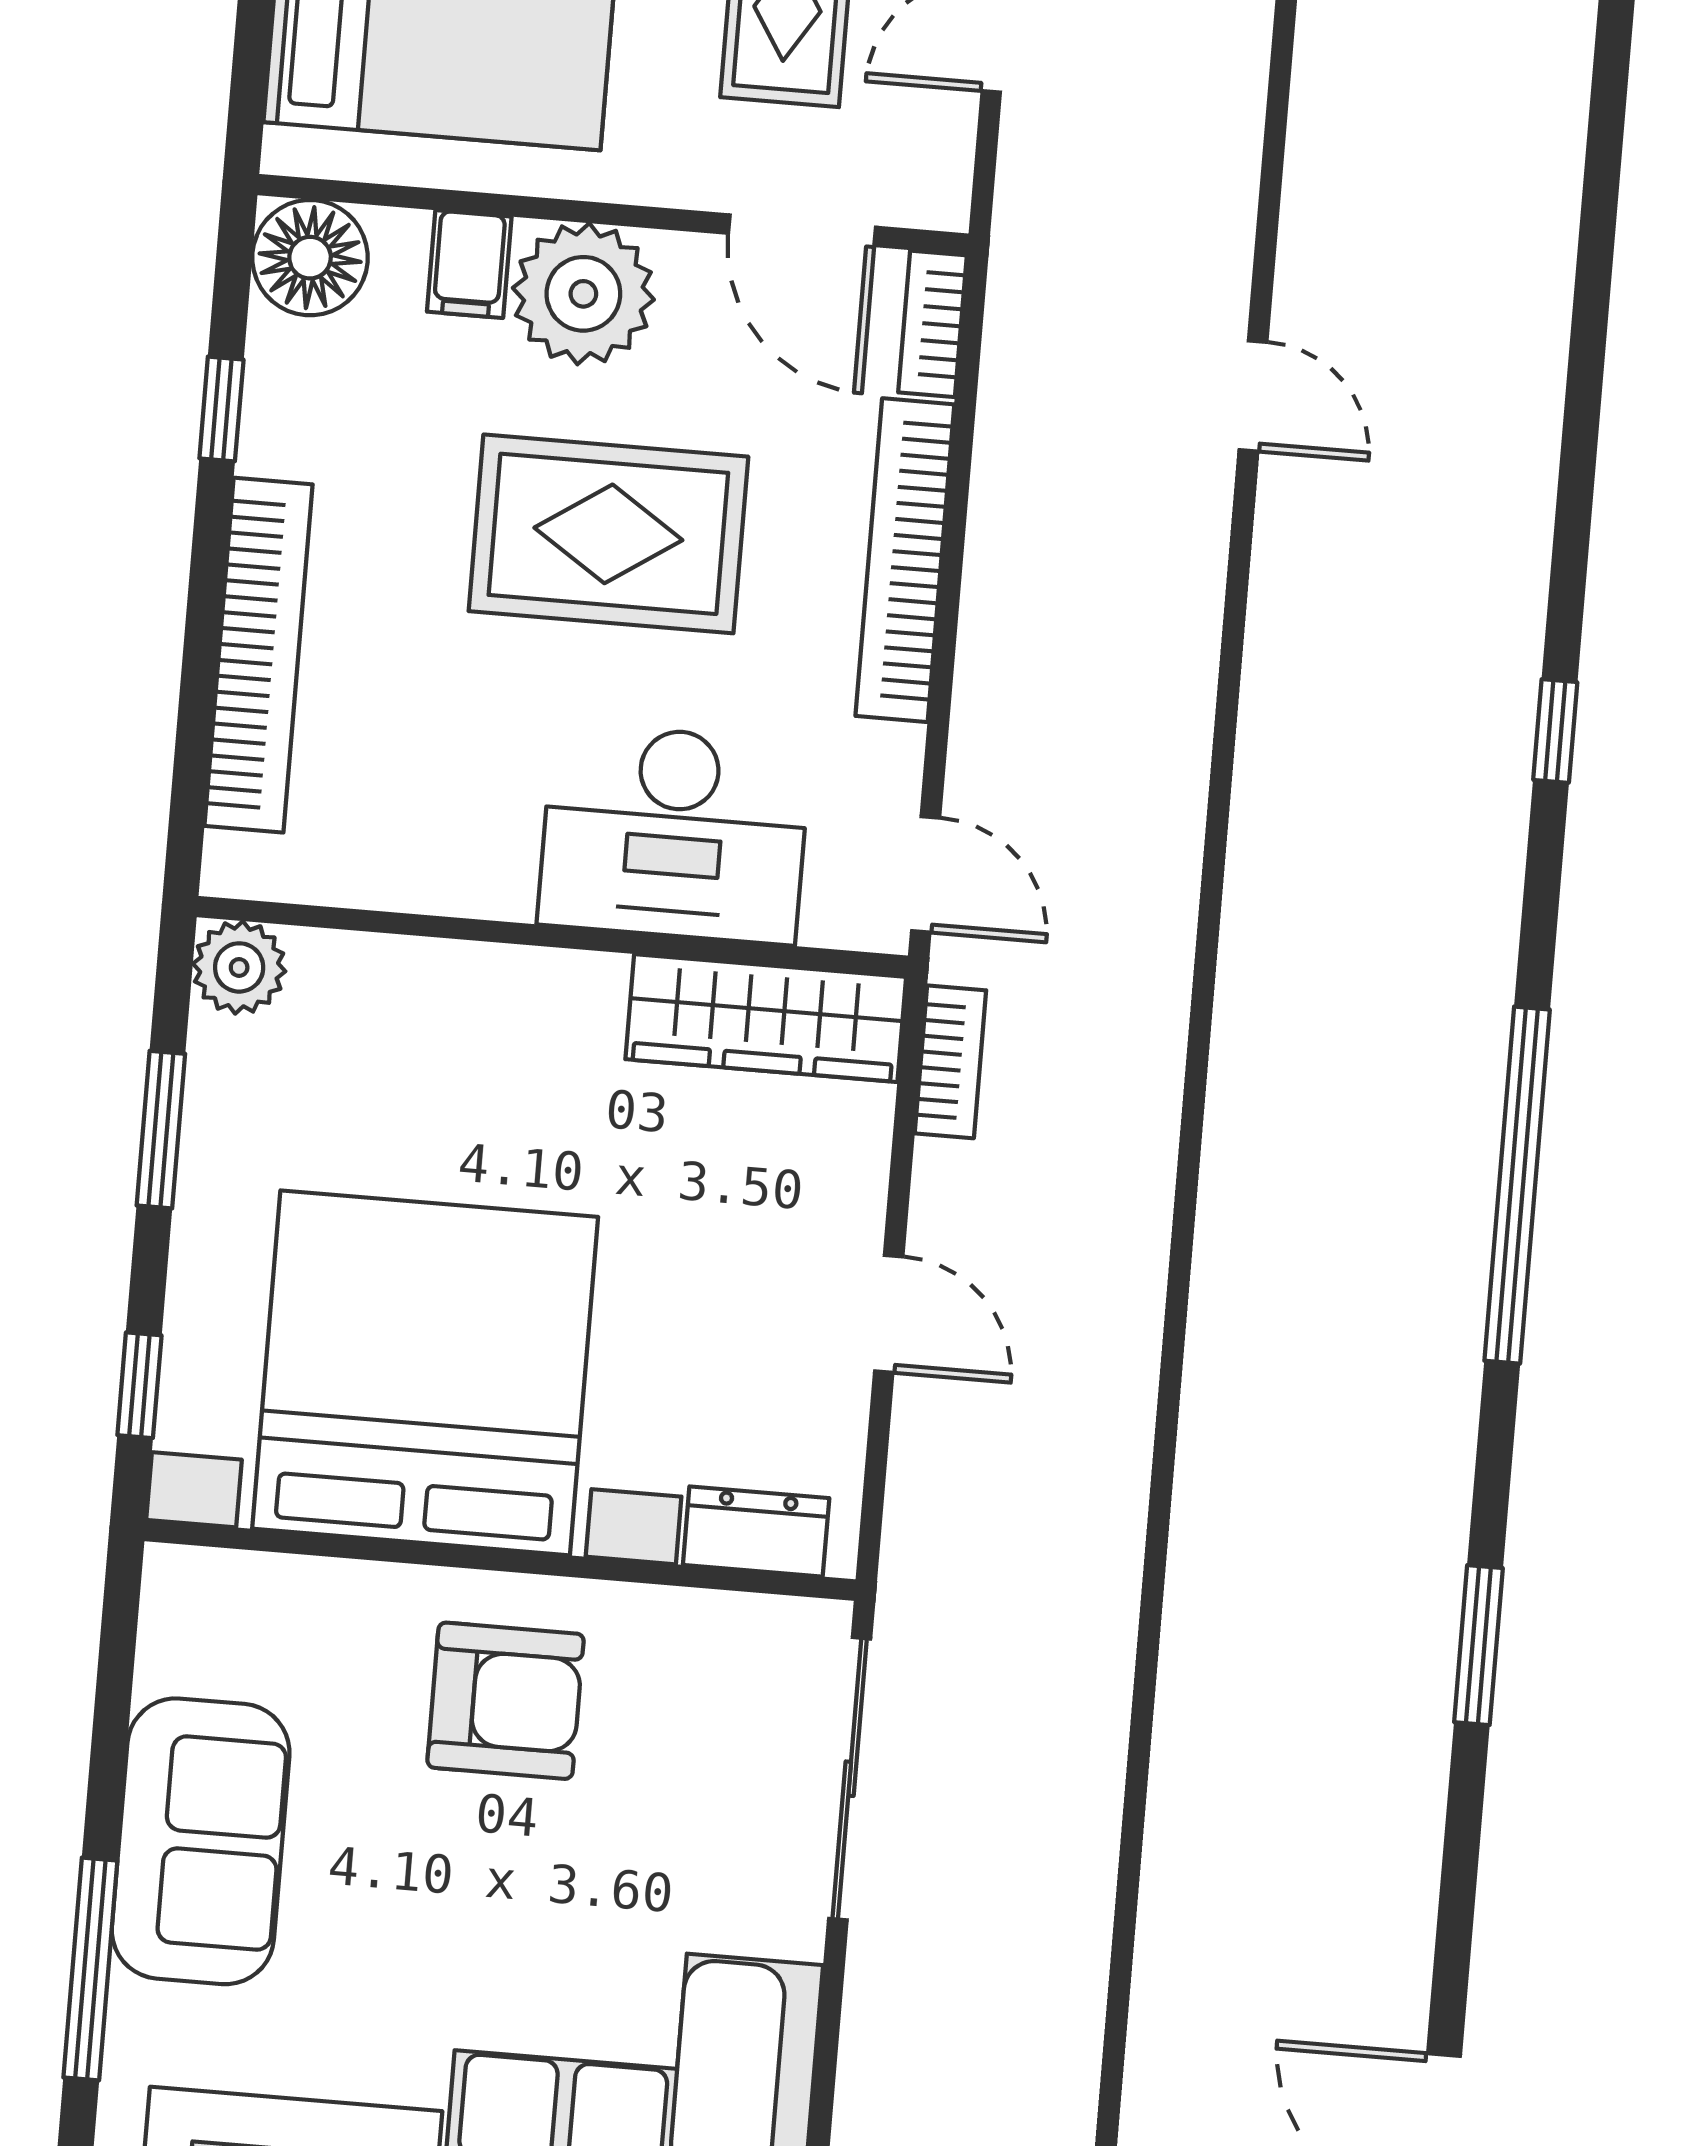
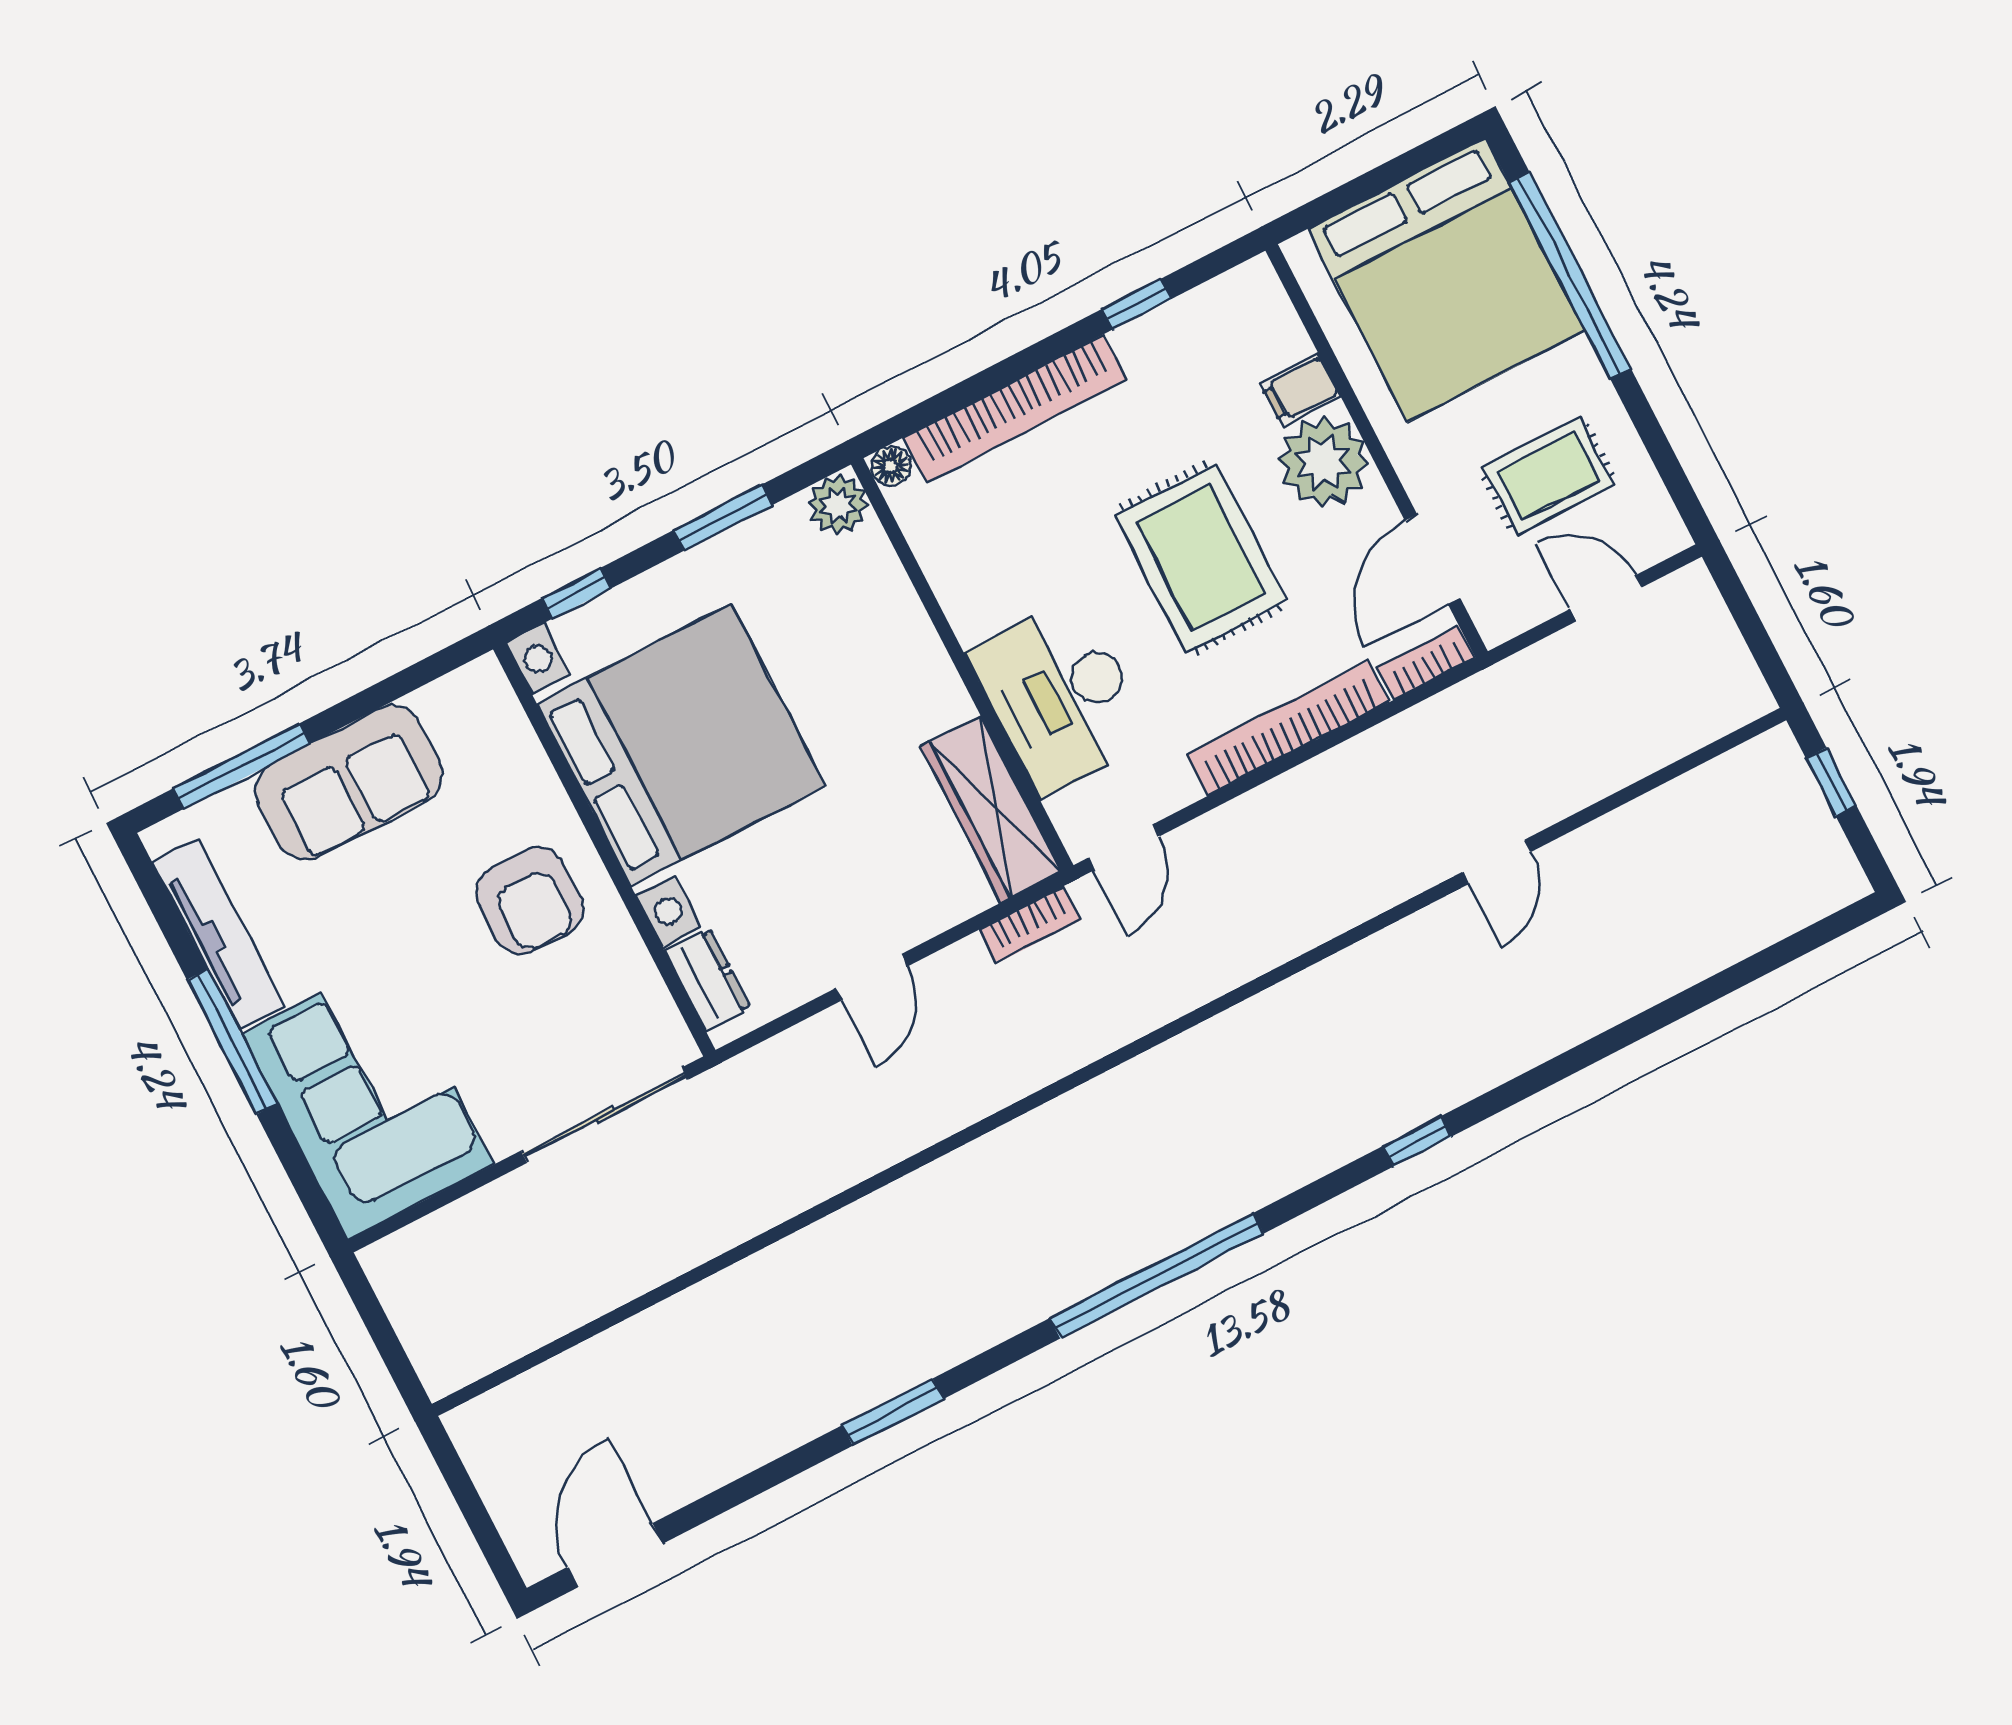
floor lamp: (310, 258) -> (891, 466), moved, width x0.53, depth x0.53

